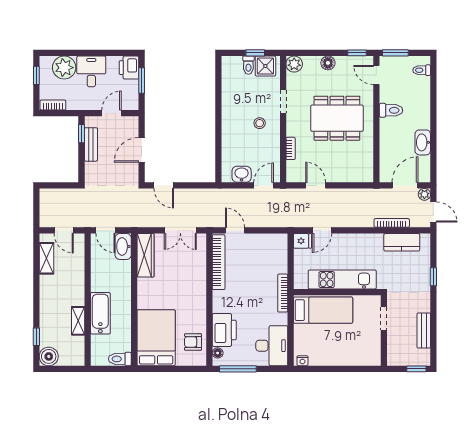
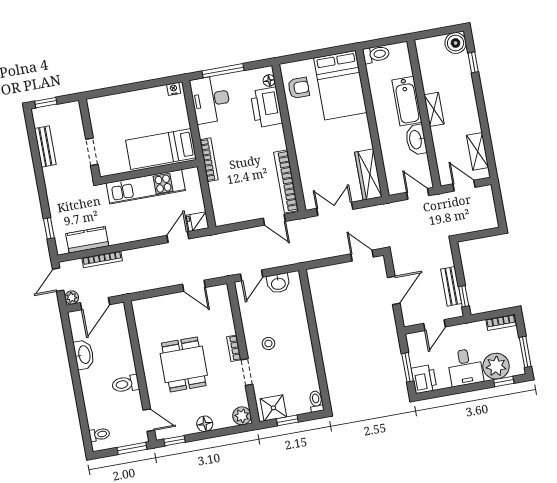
window: (60, 53) -> (504, 381), added
toilet: (248, 65) -> (316, 401), moved
window: (36, 75) -> (525, 352), width x1.50
dining table: (337, 118) -> (184, 364), width x0.73
bookcase: (291, 148) -> (234, 348), moved
door: (433, 212) -> (58, 280), hinge flipped
washbasin: (123, 246) -> (416, 140), moved, turned 180
window: (433, 277) -> (49, 228), moved
shelving: (78, 321) -> (434, 109), moved
window: (238, 369) -> (223, 71), moved

